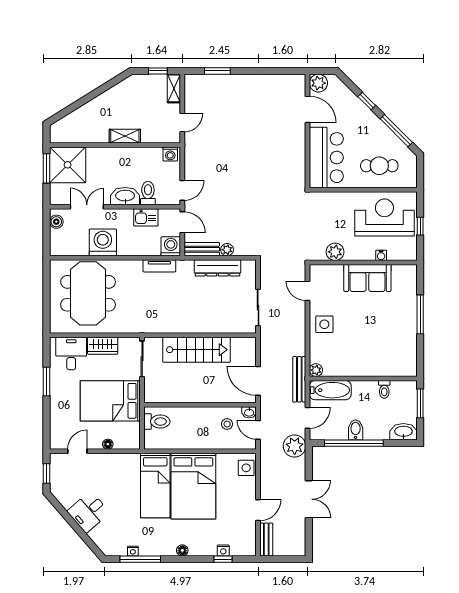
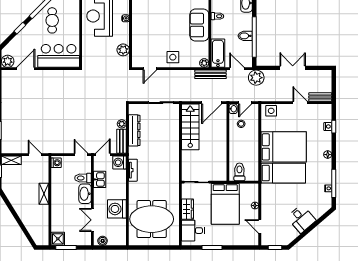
shower: (68, 165) -> (58, 239), width x0.54, depth x0.54
cafe table: (379, 166) -> (52, 20), moved
sofa: (367, 278) -> (199, 25), moved, turned 180
stairs: (197, 350) -> (190, 127), moved

